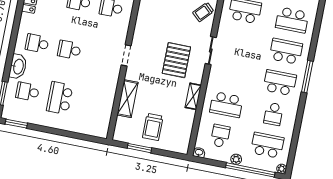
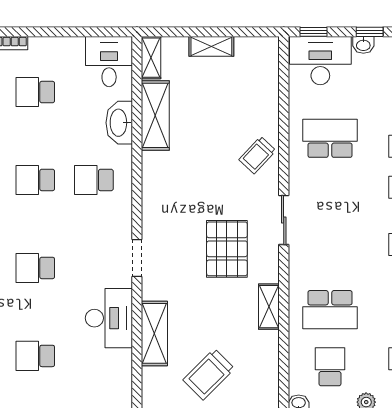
desk: (104, 85) -> (109, 318), added
school desk: (60, 98) -> (35, 356), width x0.54
trolley: (153, 127) -> (209, 374), turned 45

